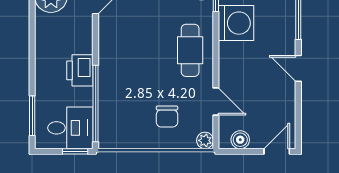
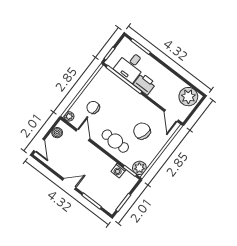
washing machine: (236, 23) -> (118, 171), width x0.53, depth x0.53
chair: (148, 24) -> (142, 131), added
door: (216, 101) -> (83, 135), swing flipped
desk: (70, 128) -> (130, 66), moved

